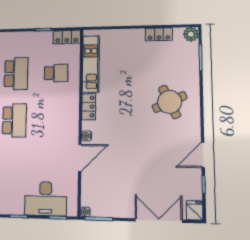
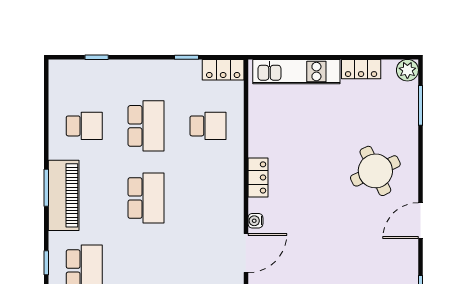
kitchen unit: (91, 64) -> (296, 72), moved, turned 90
door: (203, 155) -> (420, 221), moved

